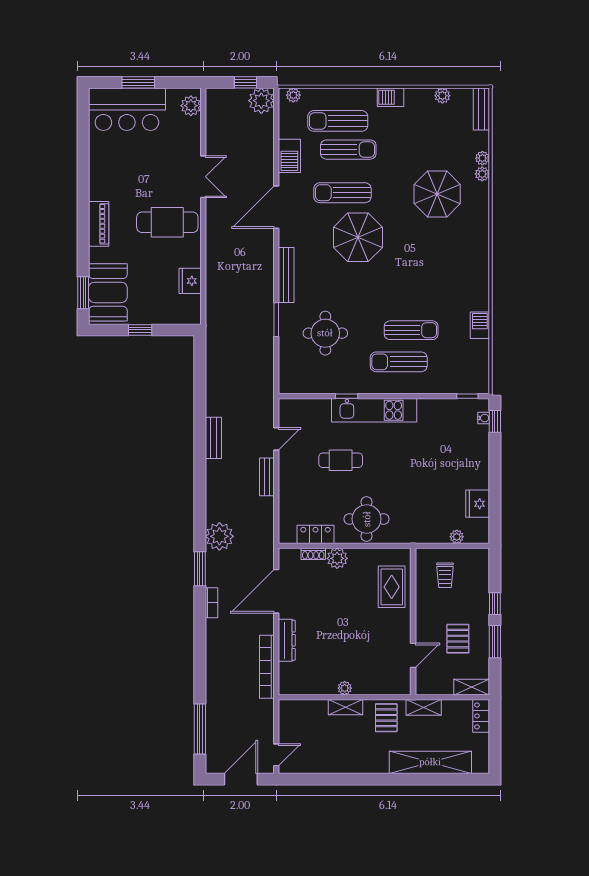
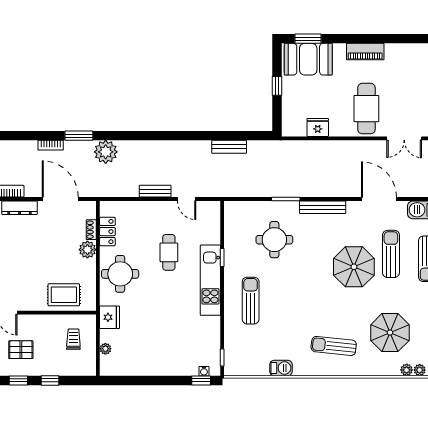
sun lounger: (411, 330) -> (334, 346), moved, turned 96
bench: (213, 438) -> (229, 147), moved
fridge: (478, 504) -> (110, 317), moved, turned 90
trolley: (445, 575) -> (73, 339), turned 90
window: (495, 642) -> (18, 380), width x0.67

